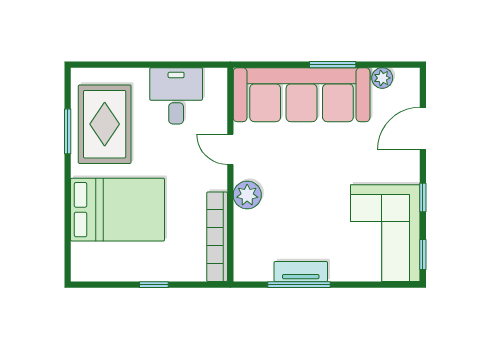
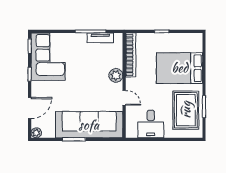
plant: (382, 78) -> (36, 133), moved
tv unit: (301, 272) -> (100, 38), moved

